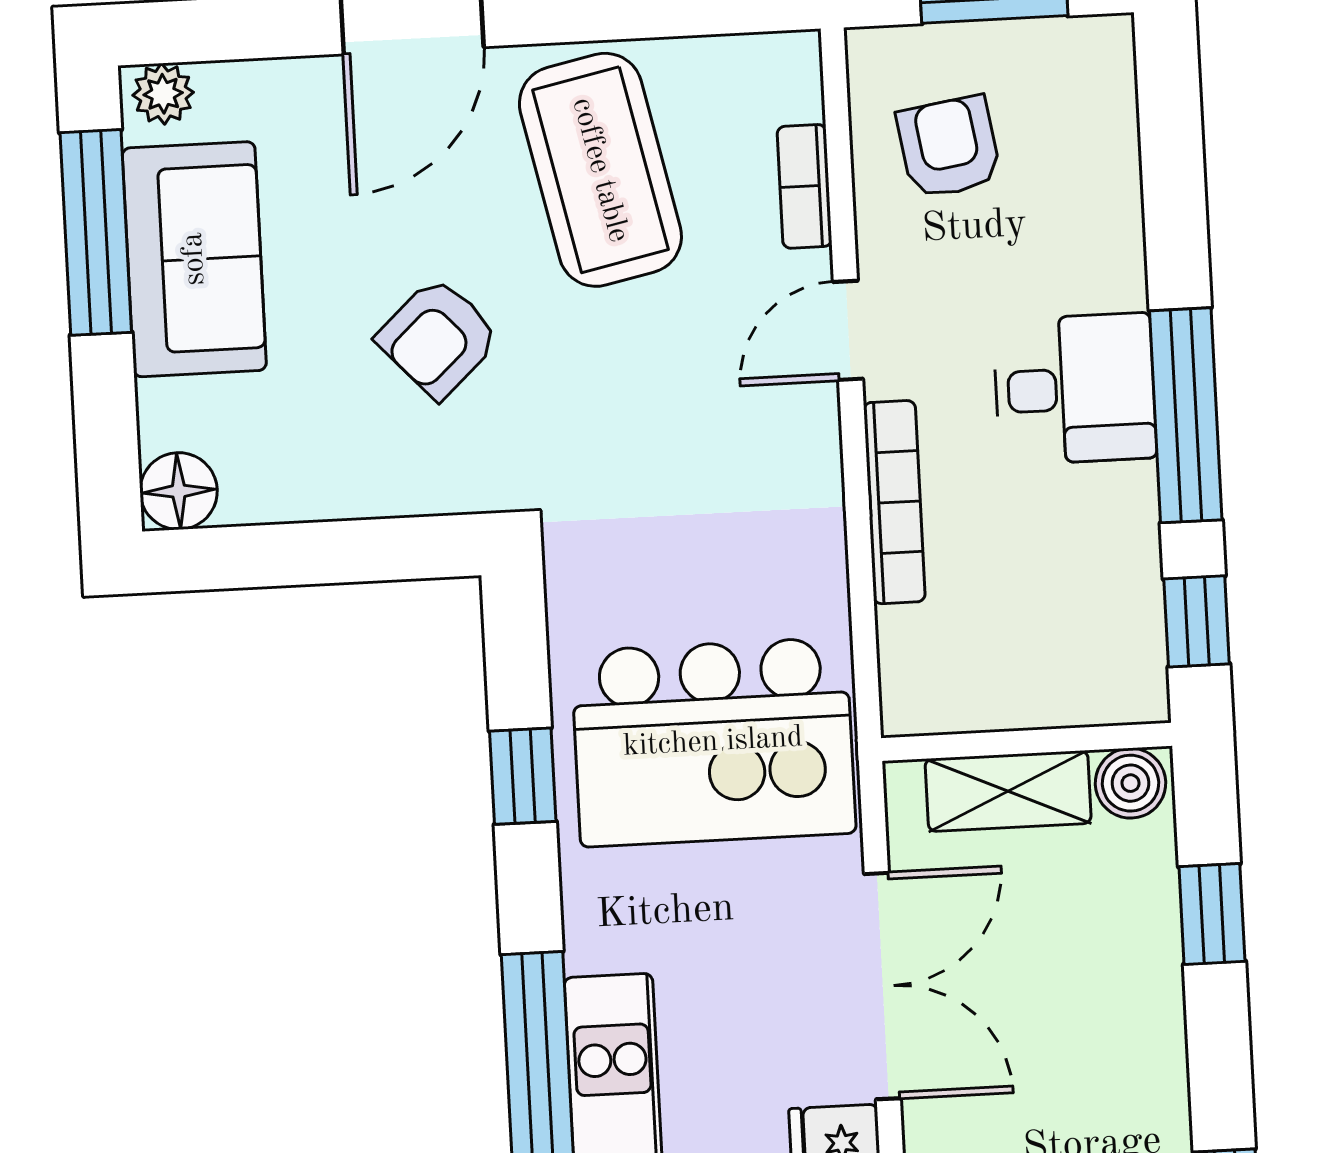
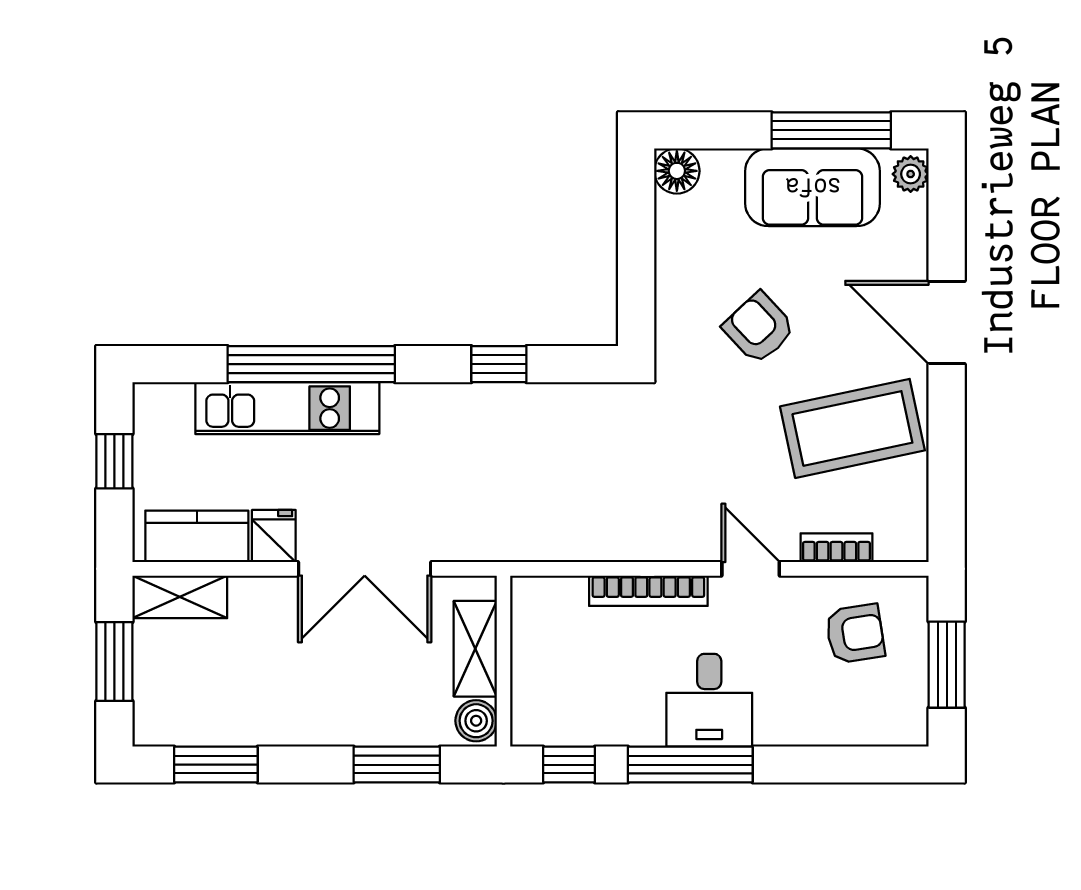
kitchen island: (713, 742) -> (513, 477), removed
window: (1212, 914) -> (397, 765), width x1.50

